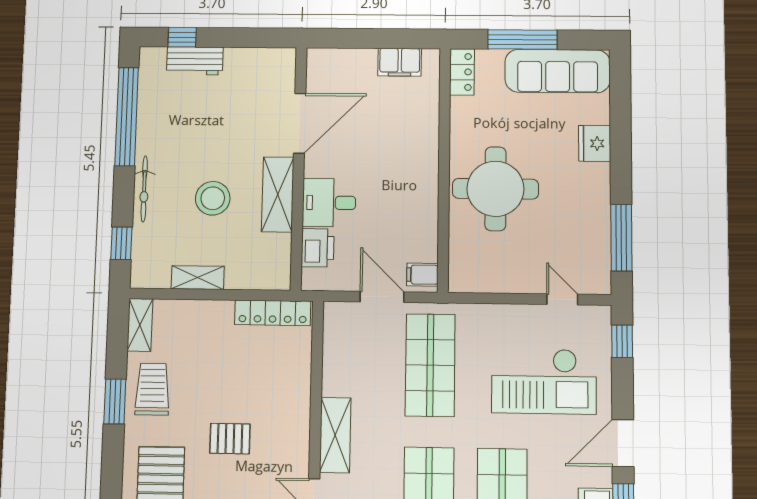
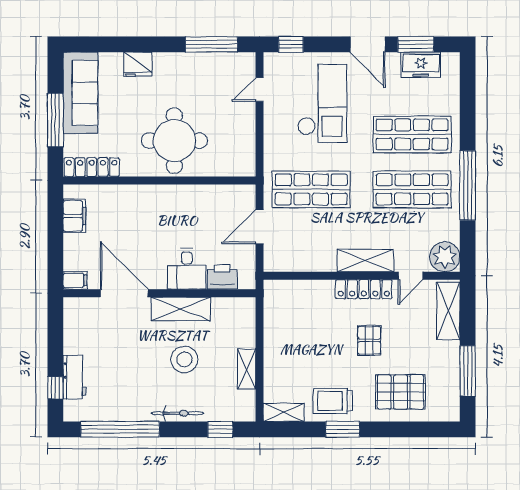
locker: (462, 72) -> (92, 167), width x1.53
filing cabinet: (422, 275) -> (75, 280), moved, turned -90
locker: (273, 313) -> (364, 289), moved, turned 90

